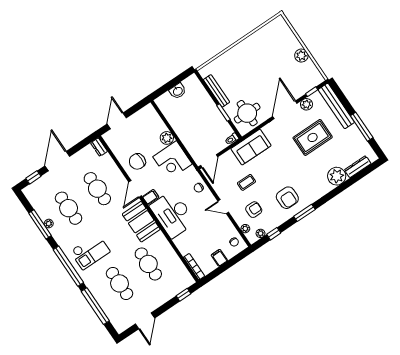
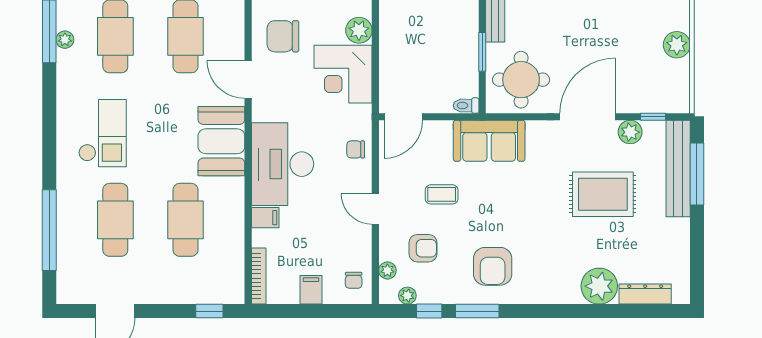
window: (362, 127) -> (697, 174), moved
door: (135, 189) -> (248, 80), hinge flipped
filing cabinet: (151, 197) -> (265, 218), moved
window: (304, 213) -> (477, 311), moved
checkout: (90, 251) -> (102, 133), turned -90
window: (68, 266) -> (49, 133), removed

